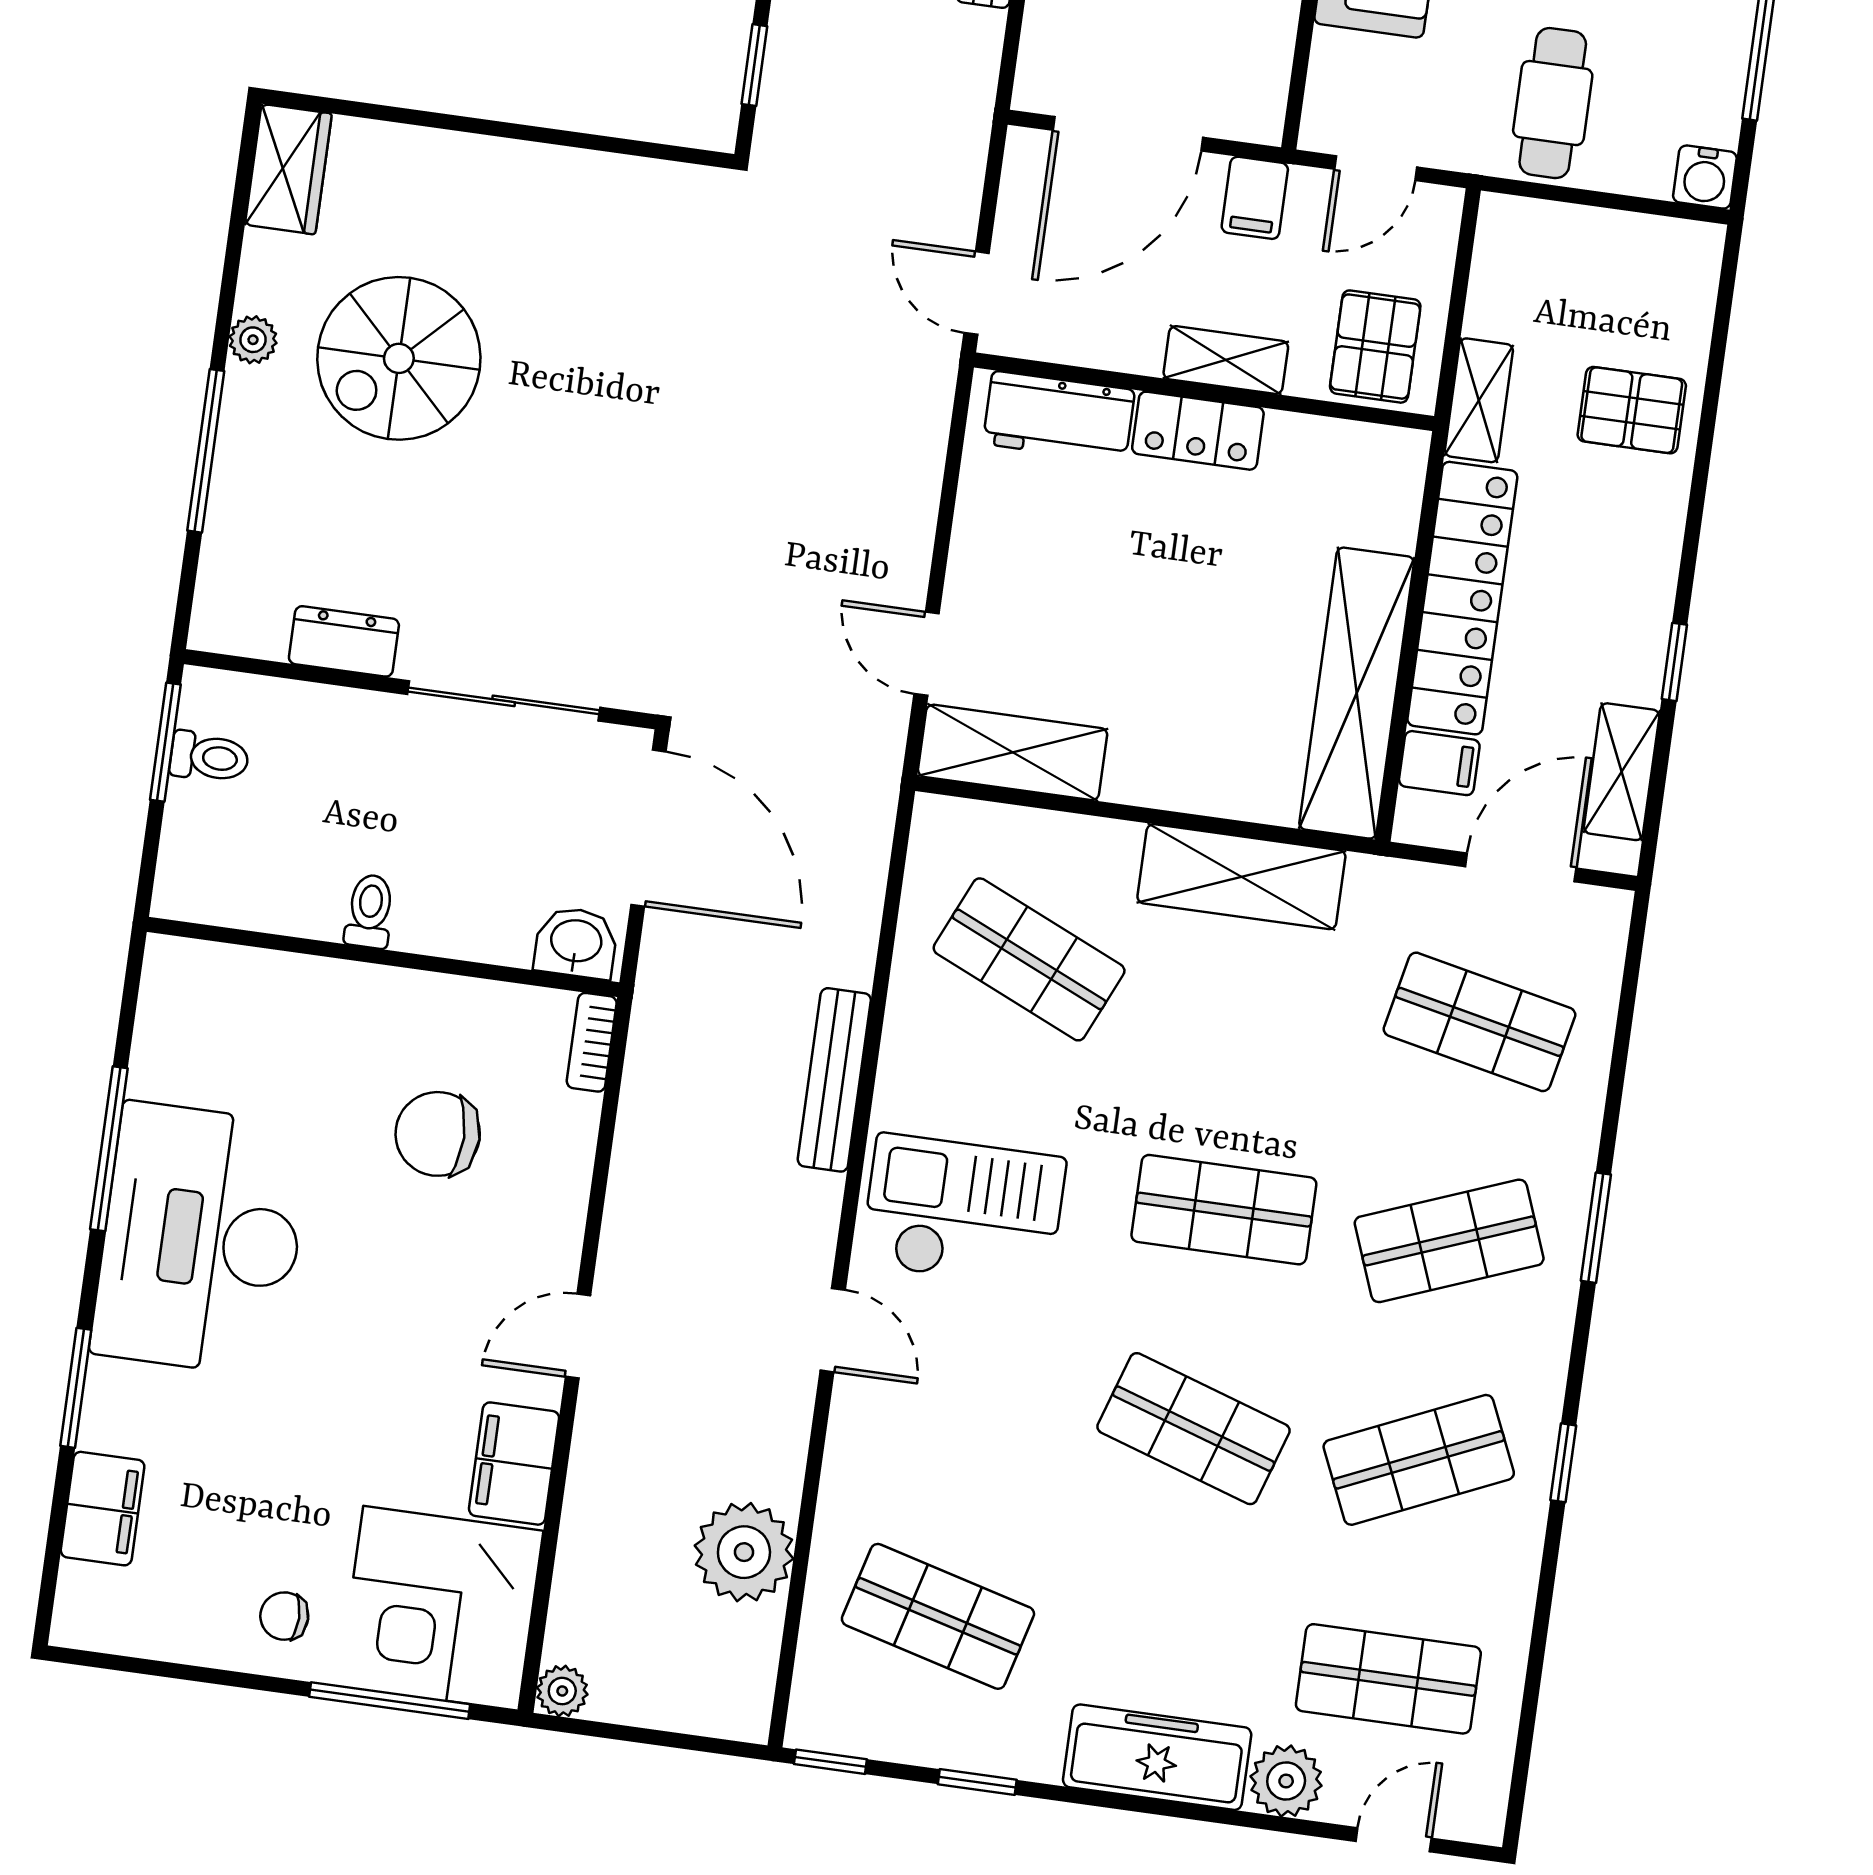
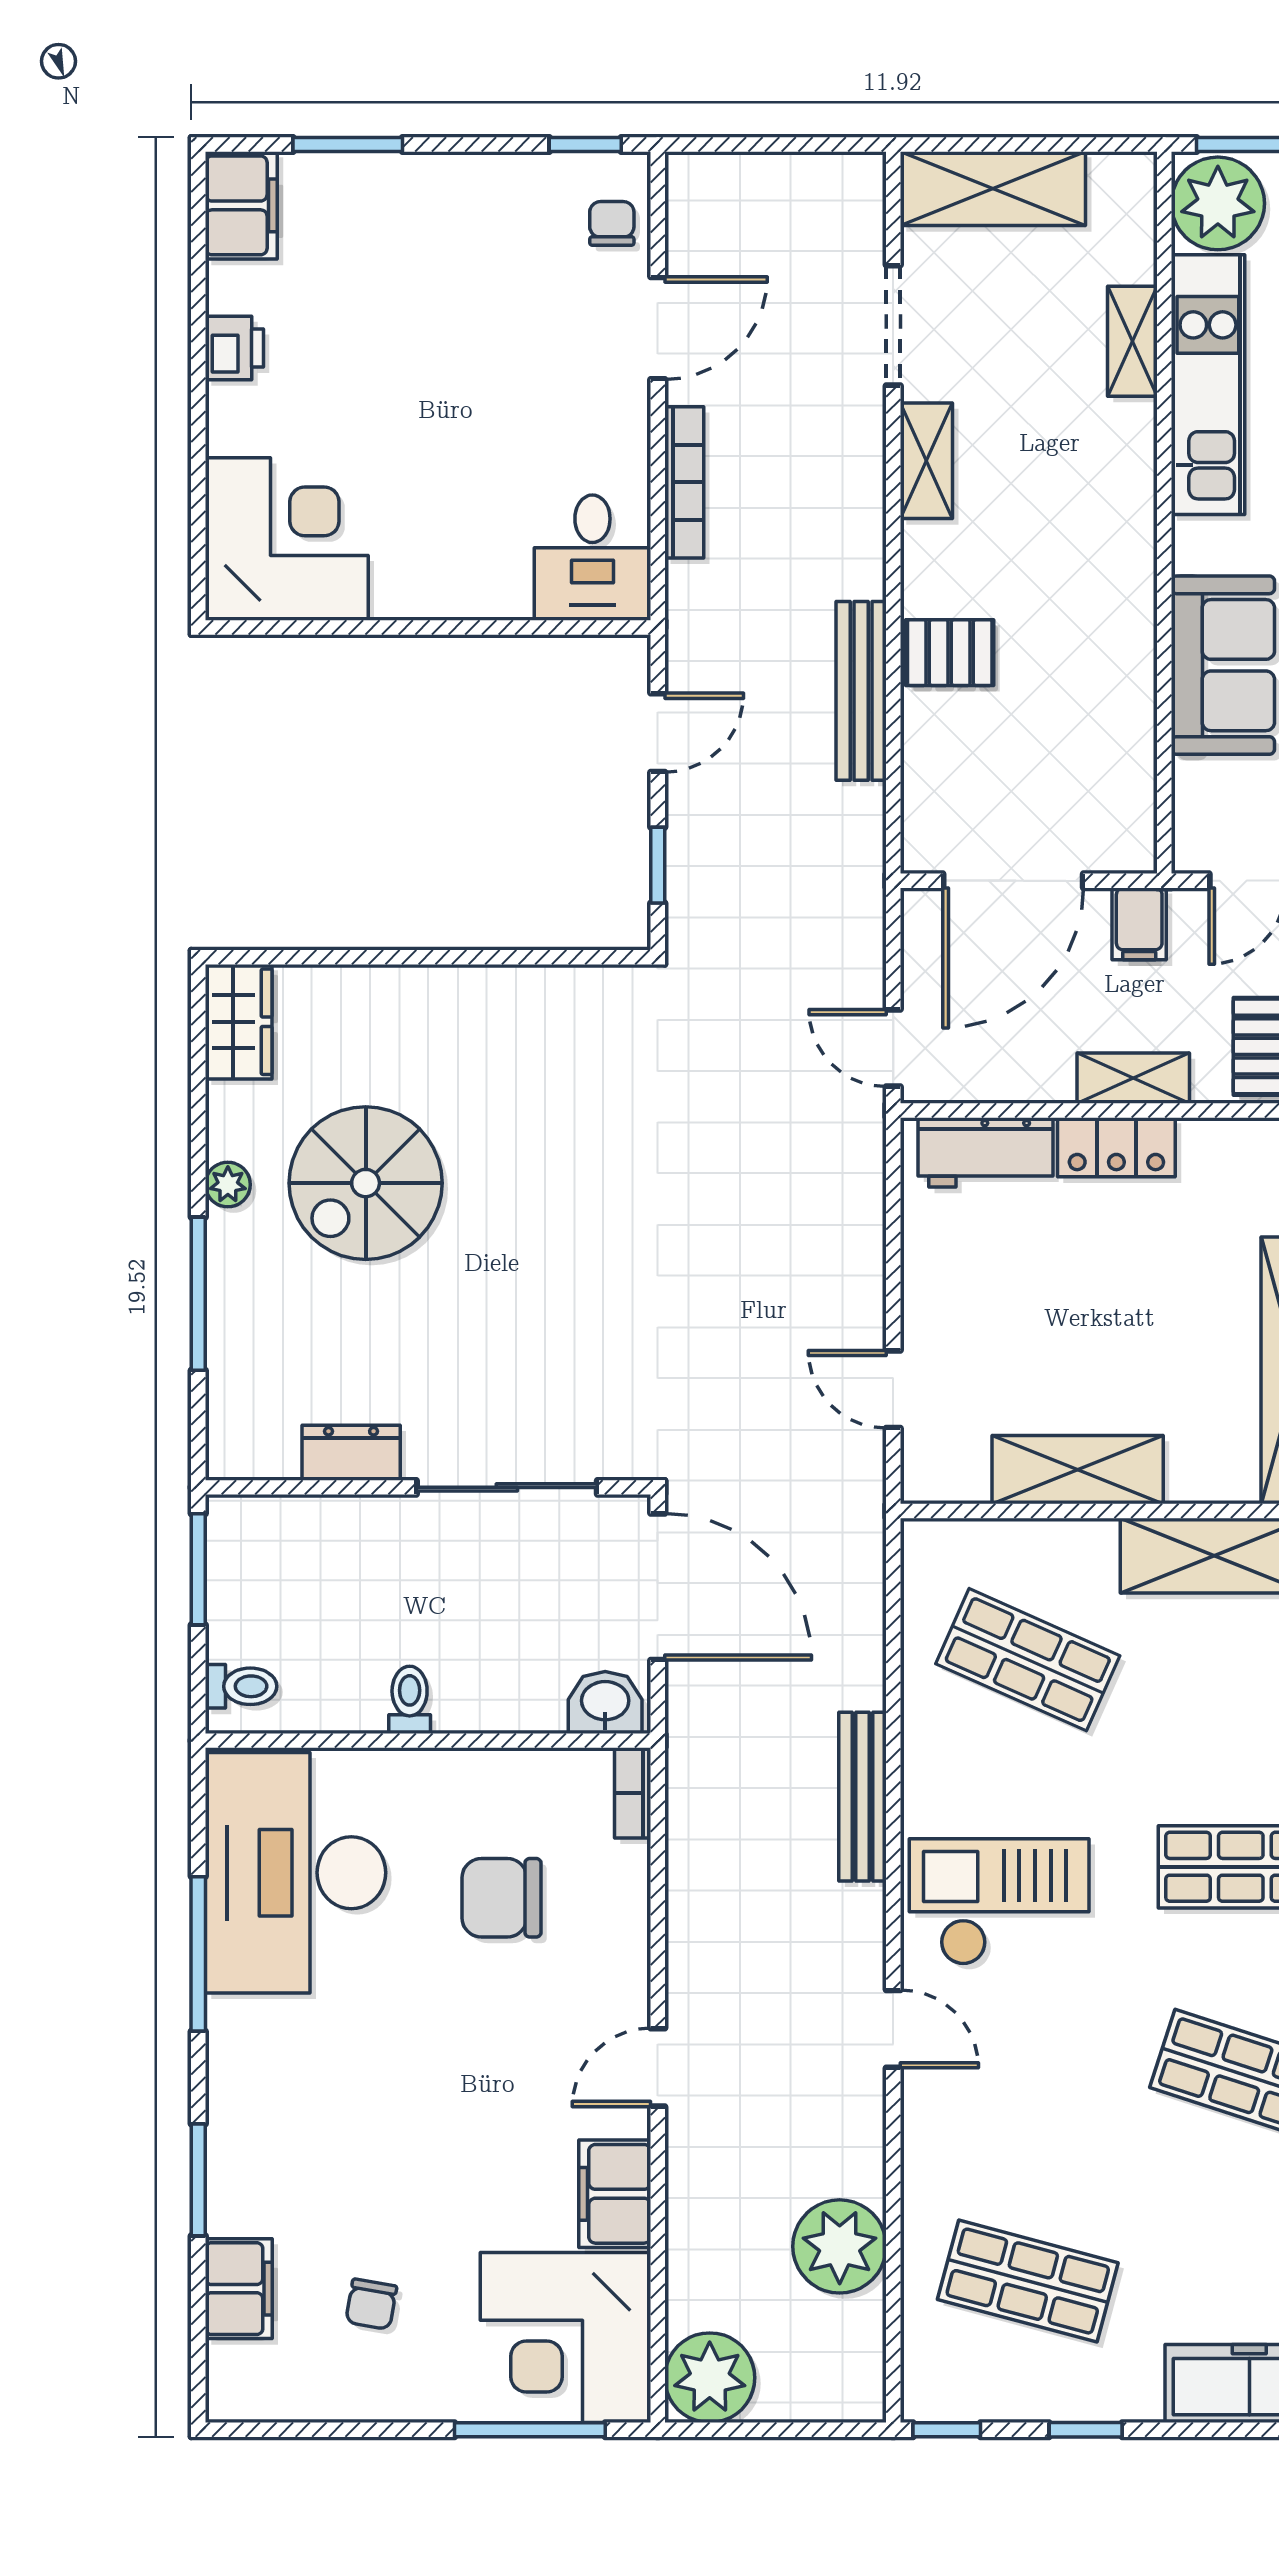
shelving: (1013, 752) -> (1078, 1470), moved
toilet: (209, 757) -> (241, 1686), moved
desk: (201, 1239) -> (295, 1873), moved
chair: (284, 1616) -> (371, 2304), moved, turned -80
plant: (562, 1691) -> (710, 2378), width x1.87, depth x1.87

